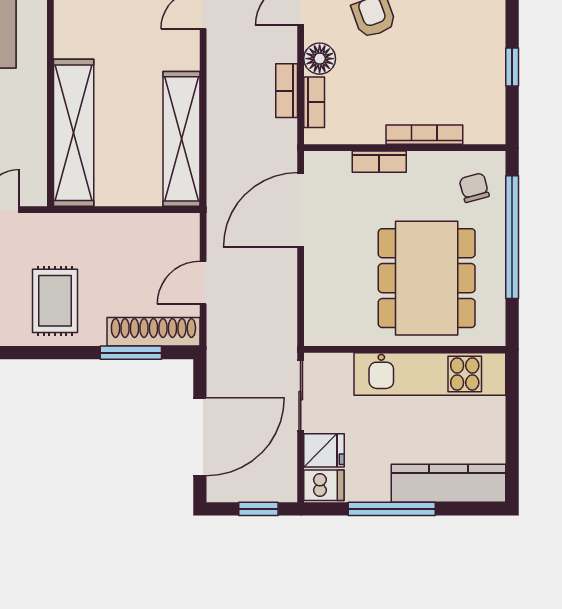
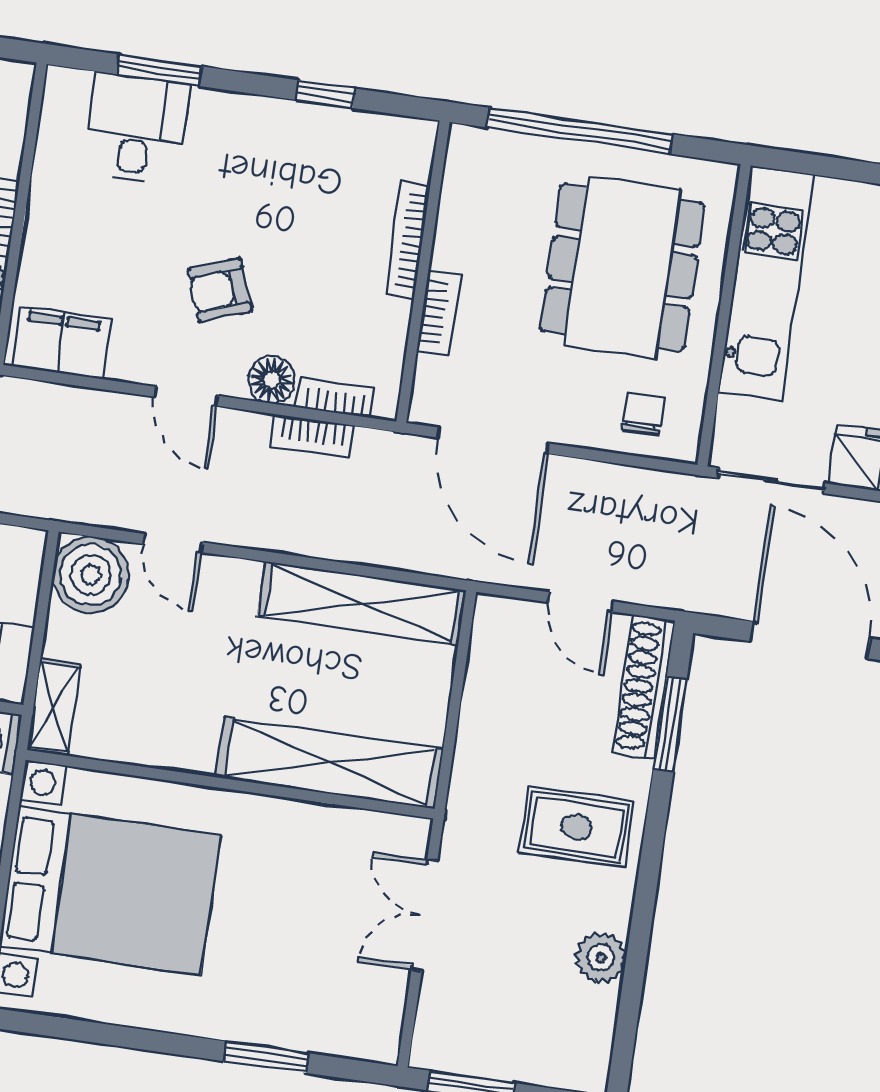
chair: (474, 188) -> (643, 414), moved, turned 105
dining table: (427, 278) -> (622, 267), turned 90

